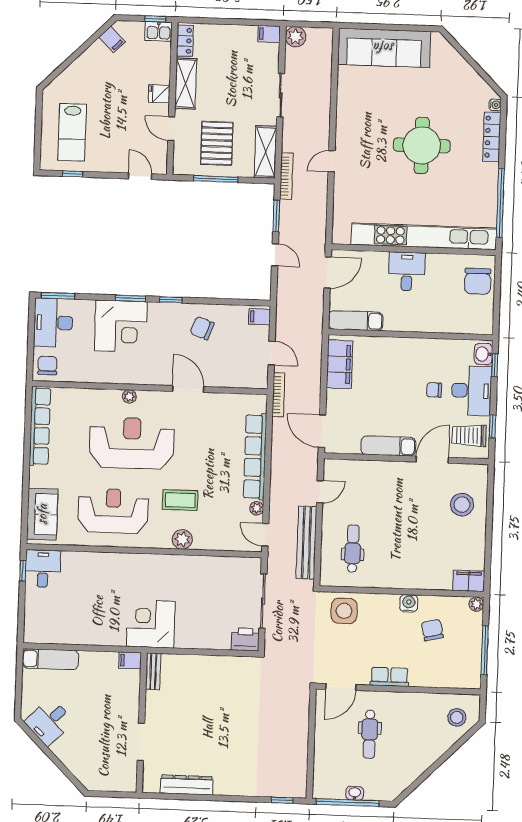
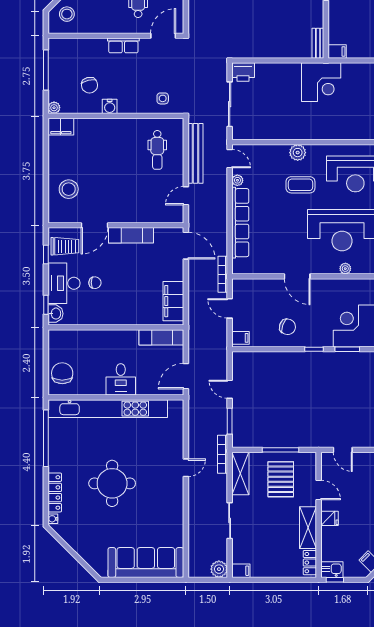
side table: (344, 611) -> (163, 98), width x0.54, depth x0.54

